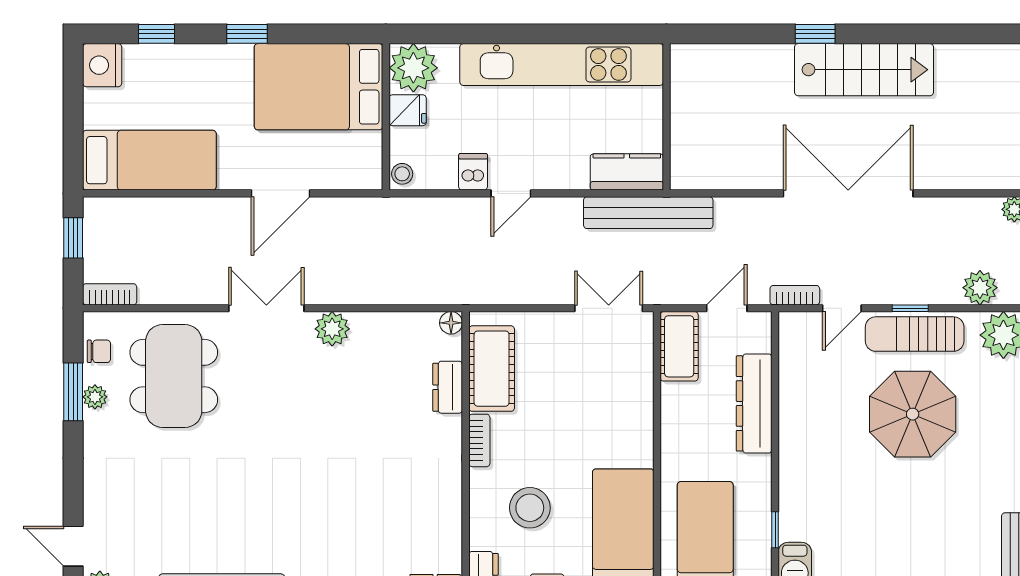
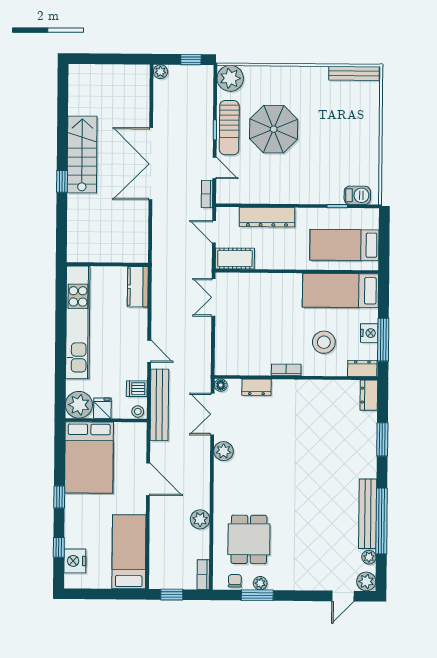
nightstand: (102, 65) -> (75, 561), moved, turned 90
dishwasher: (473, 172) -> (137, 389), moved
bench: (648, 213) -> (159, 405), moved
plant: (980, 288) -> (200, 519), moved
double door: (266, 308) -> (212, 414), moved
cot: (492, 369) -> (246, 363), removed
dining table: (174, 376) -> (249, 539), width x0.73

